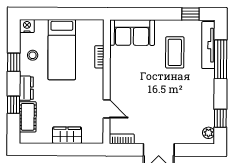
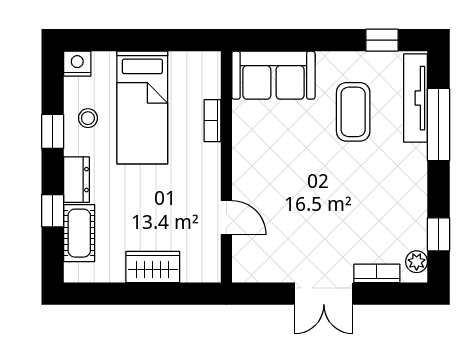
bookcase: (122, 139) -> (377, 273), moved

